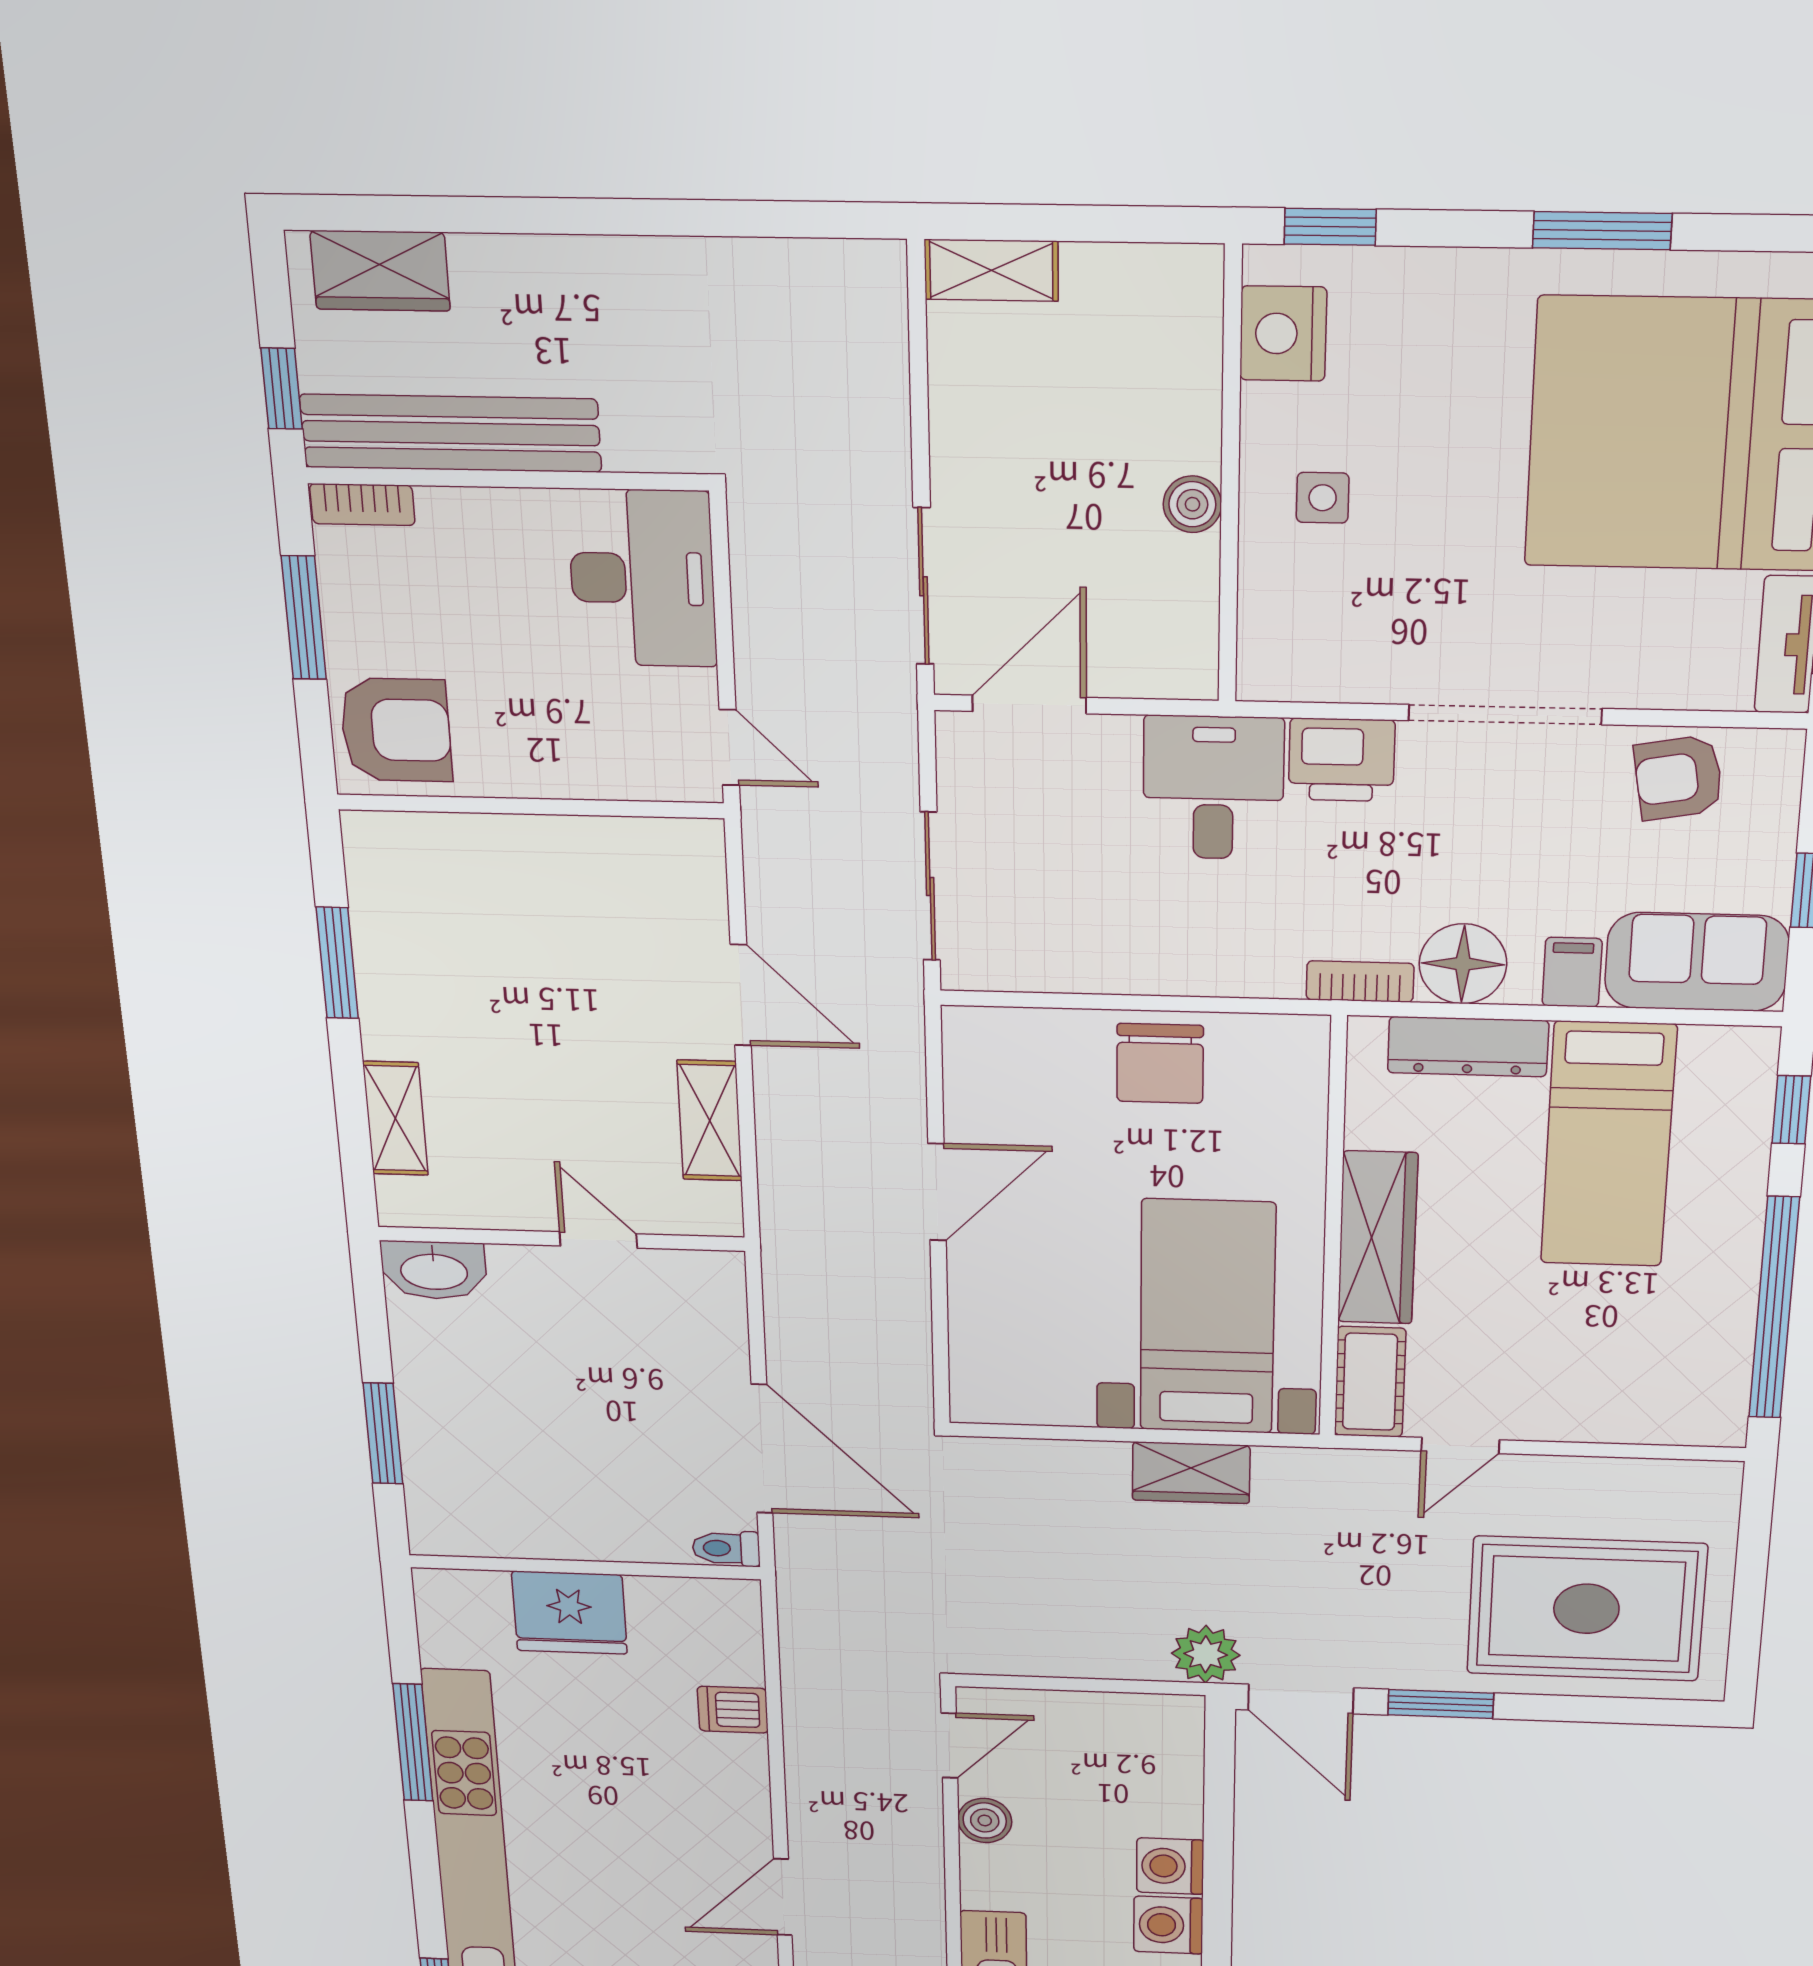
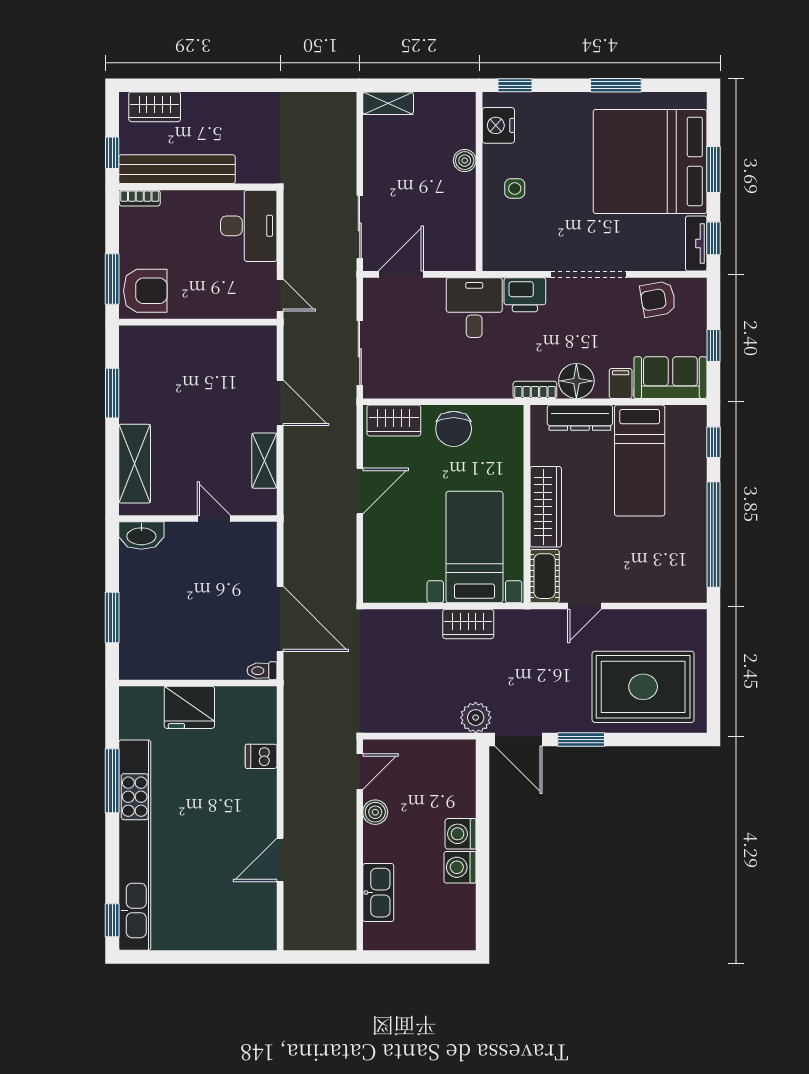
boiler: (1192, 504) -> (465, 161), moved
window: (304, 618) -> (112, 279), moved
wardrobe: (1016, 1041) -> (394, 420), added
shelving: (395, 1118) -> (135, 464), width x1.50, depth x1.33

